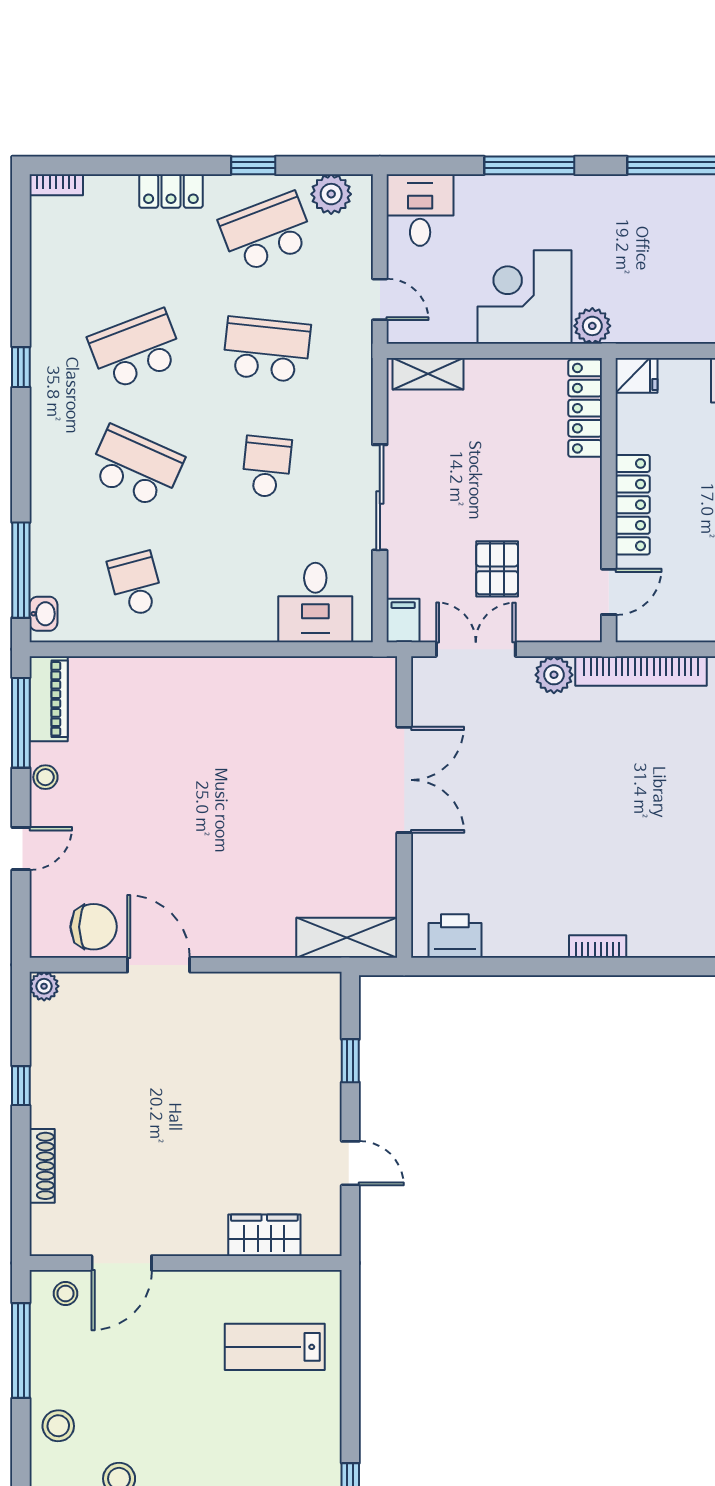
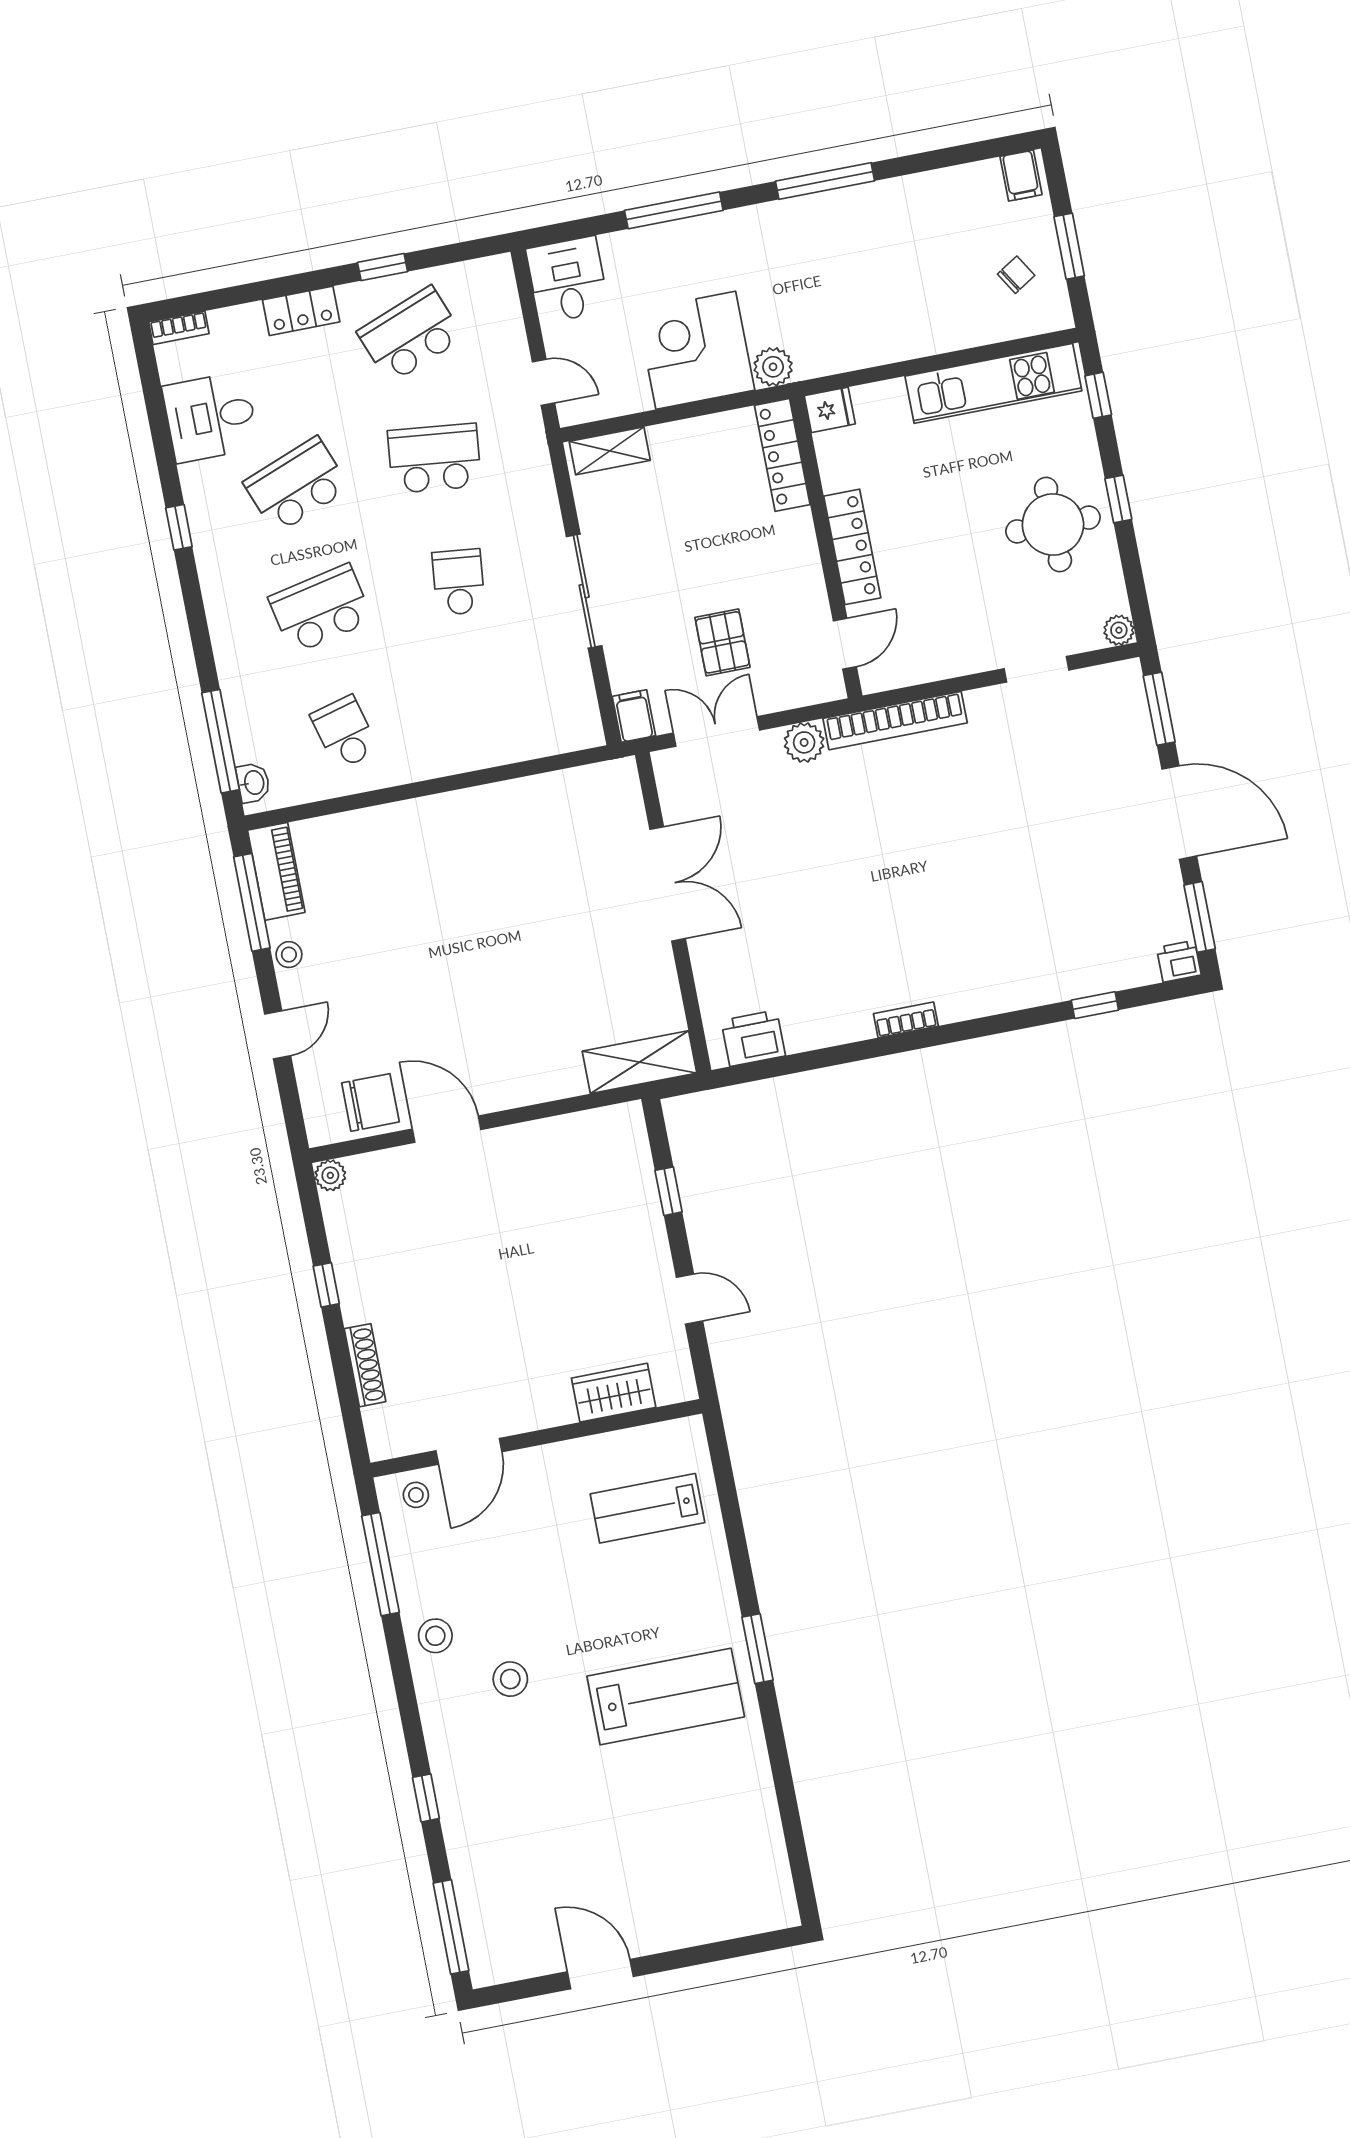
plant: (331, 194) -> (471, 281), removed
school desk: (136, 467) -> (321, 609), turned -36
desk: (315, 602) -> (211, 417), moved, turned 90

